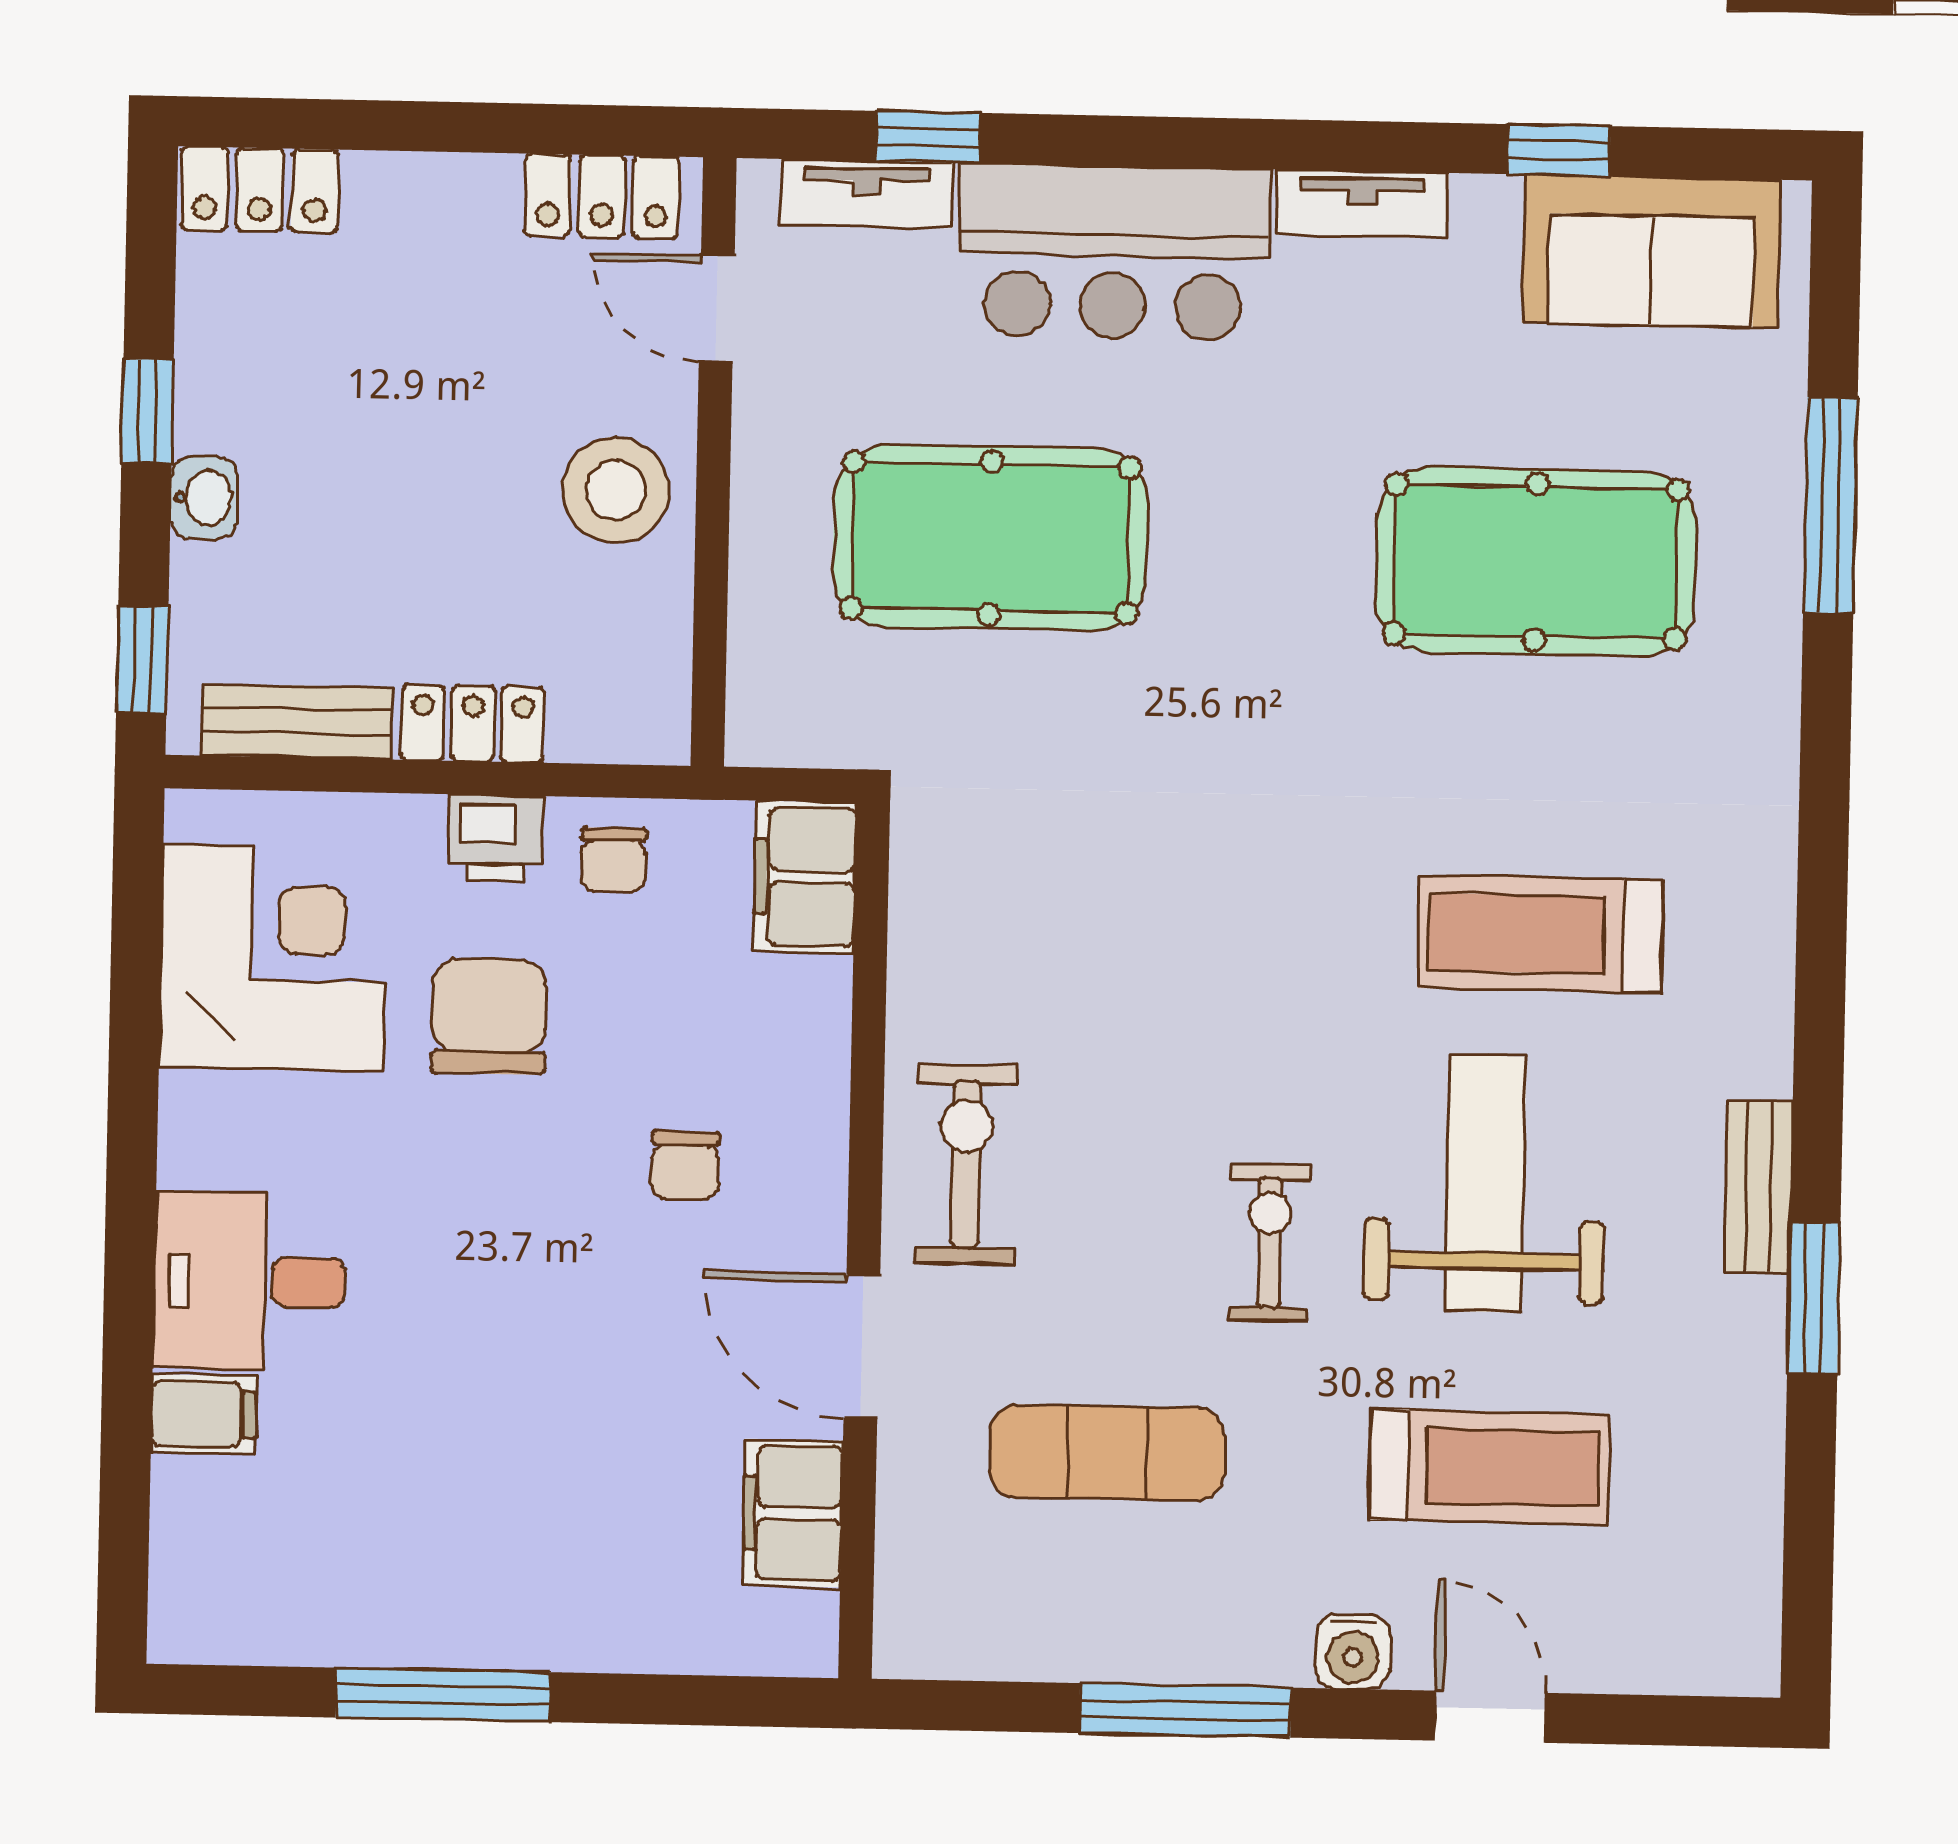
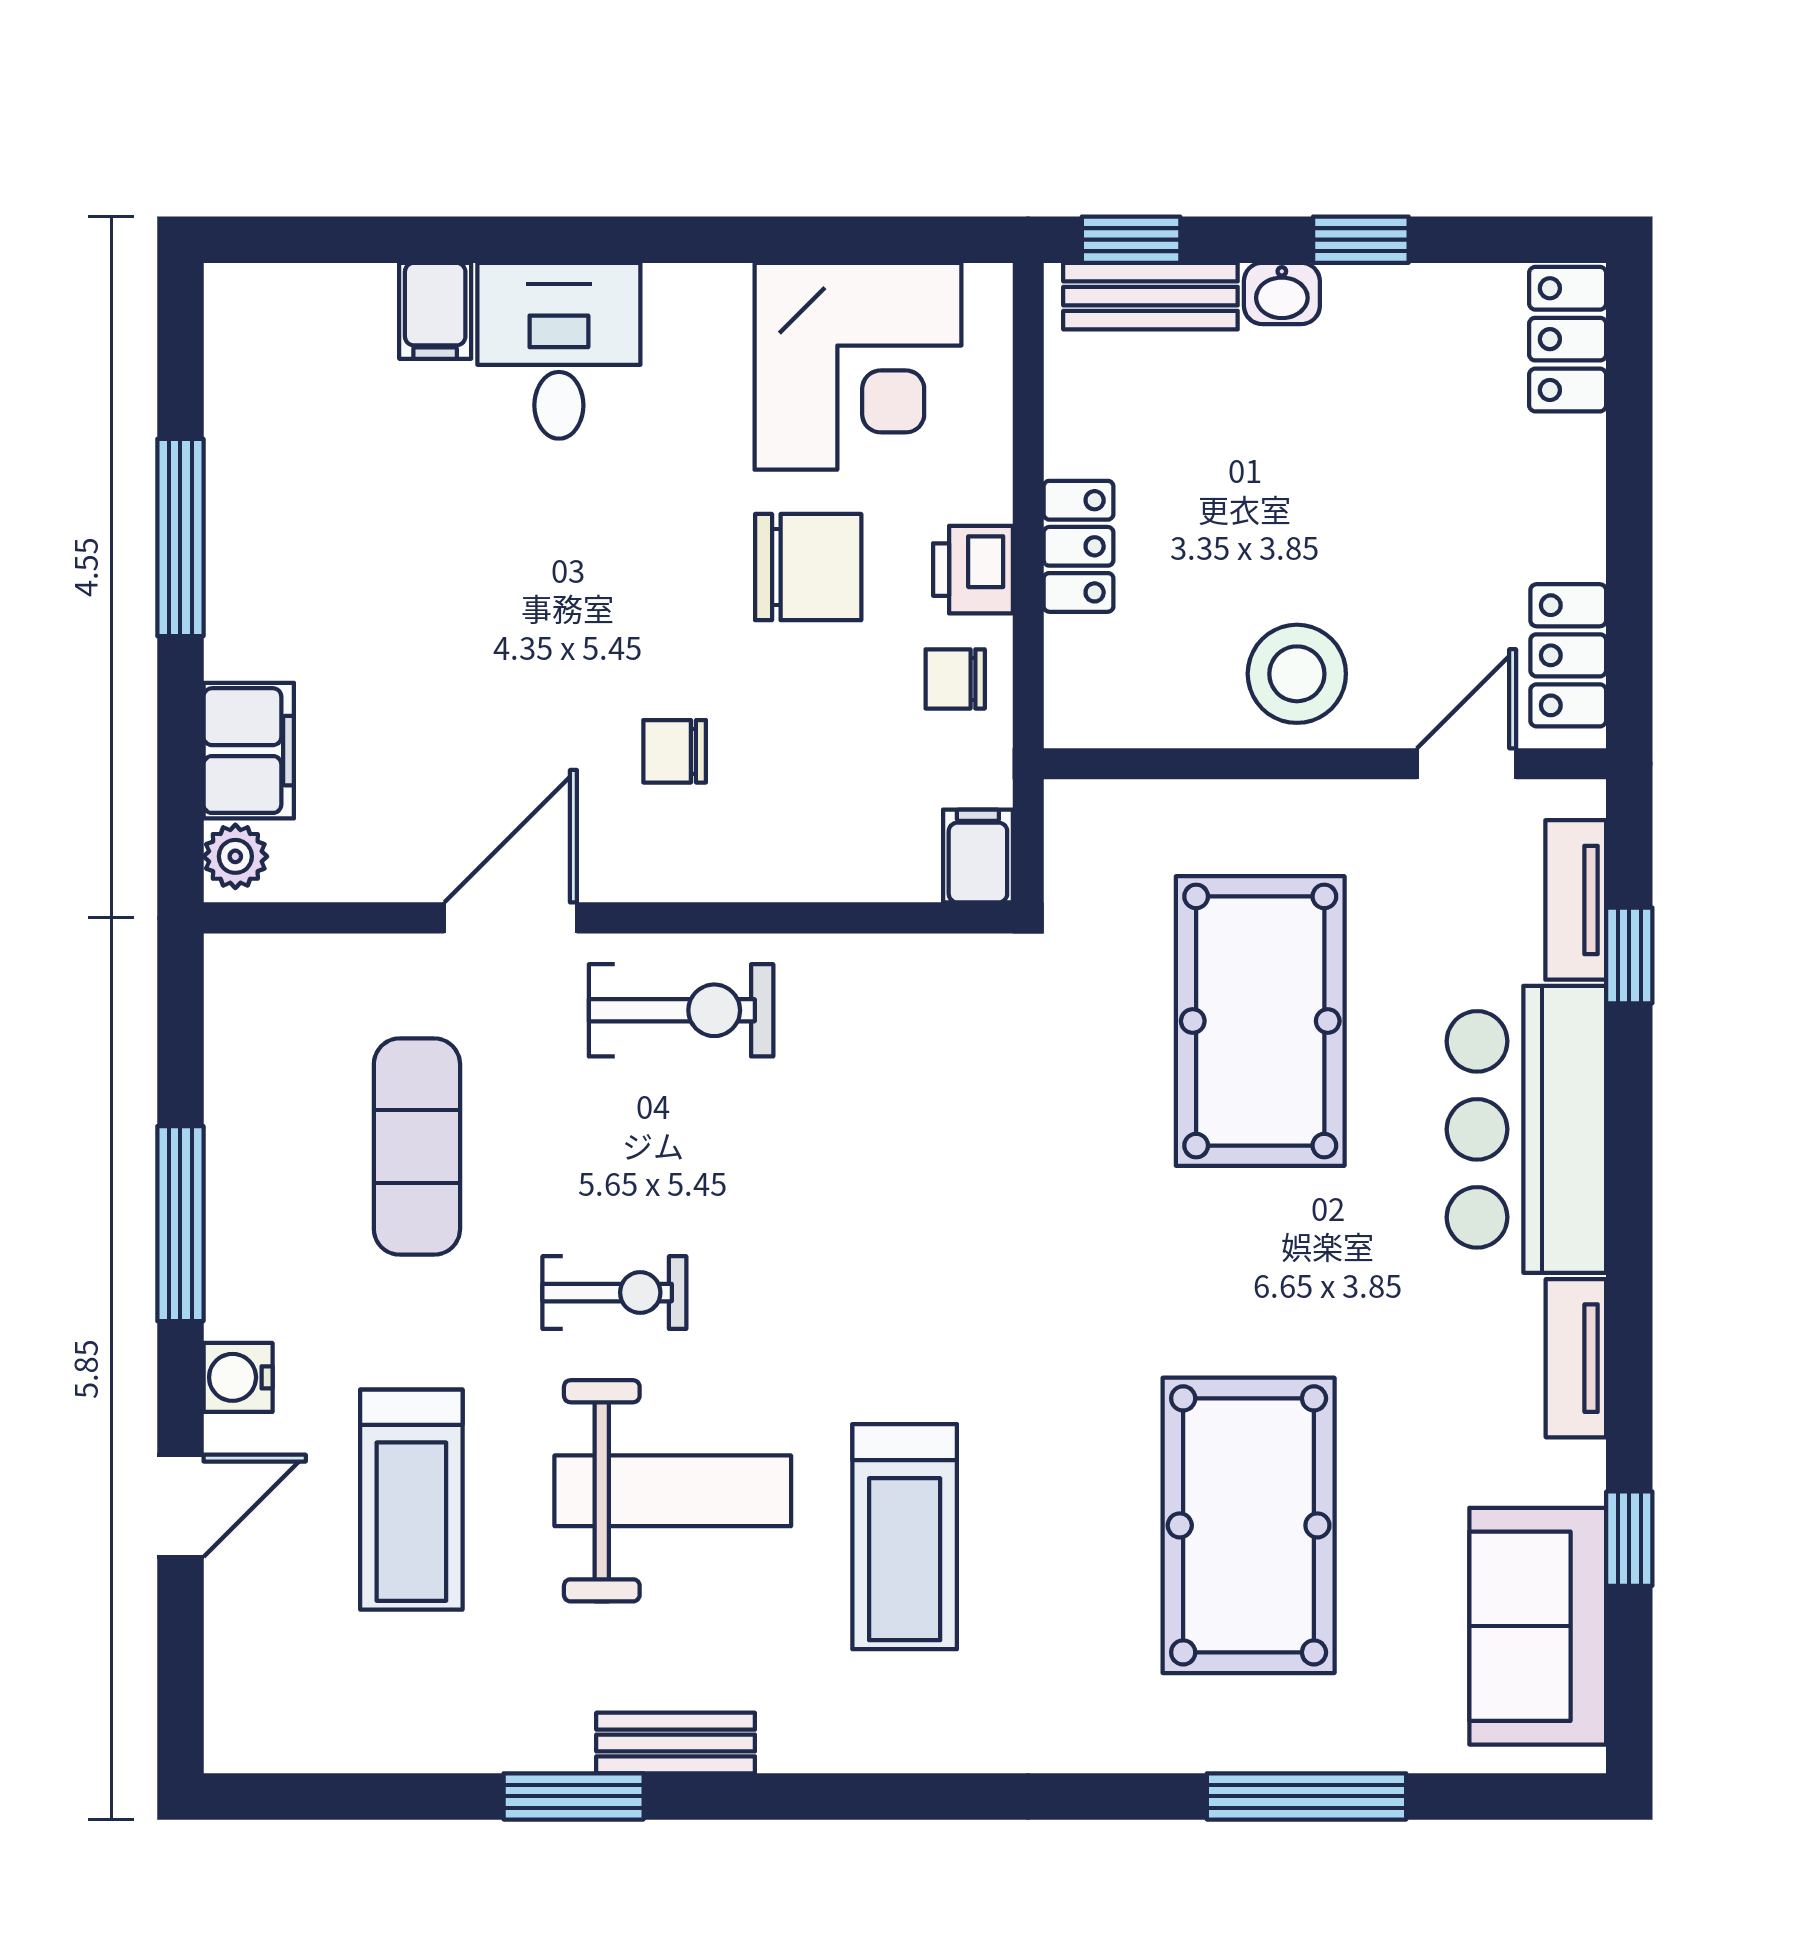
bench: (297, 722) -> (1150, 296), moved, turned 90
filing cabinet: (805, 877) -> (978, 856), width x0.50
treadmill: (1540, 934) -> (905, 1537), turned 180
filing cabinet: (793, 1513) -> (249, 751), moved, turned 90
plant: (789, 1643) -> (235, 856), added

